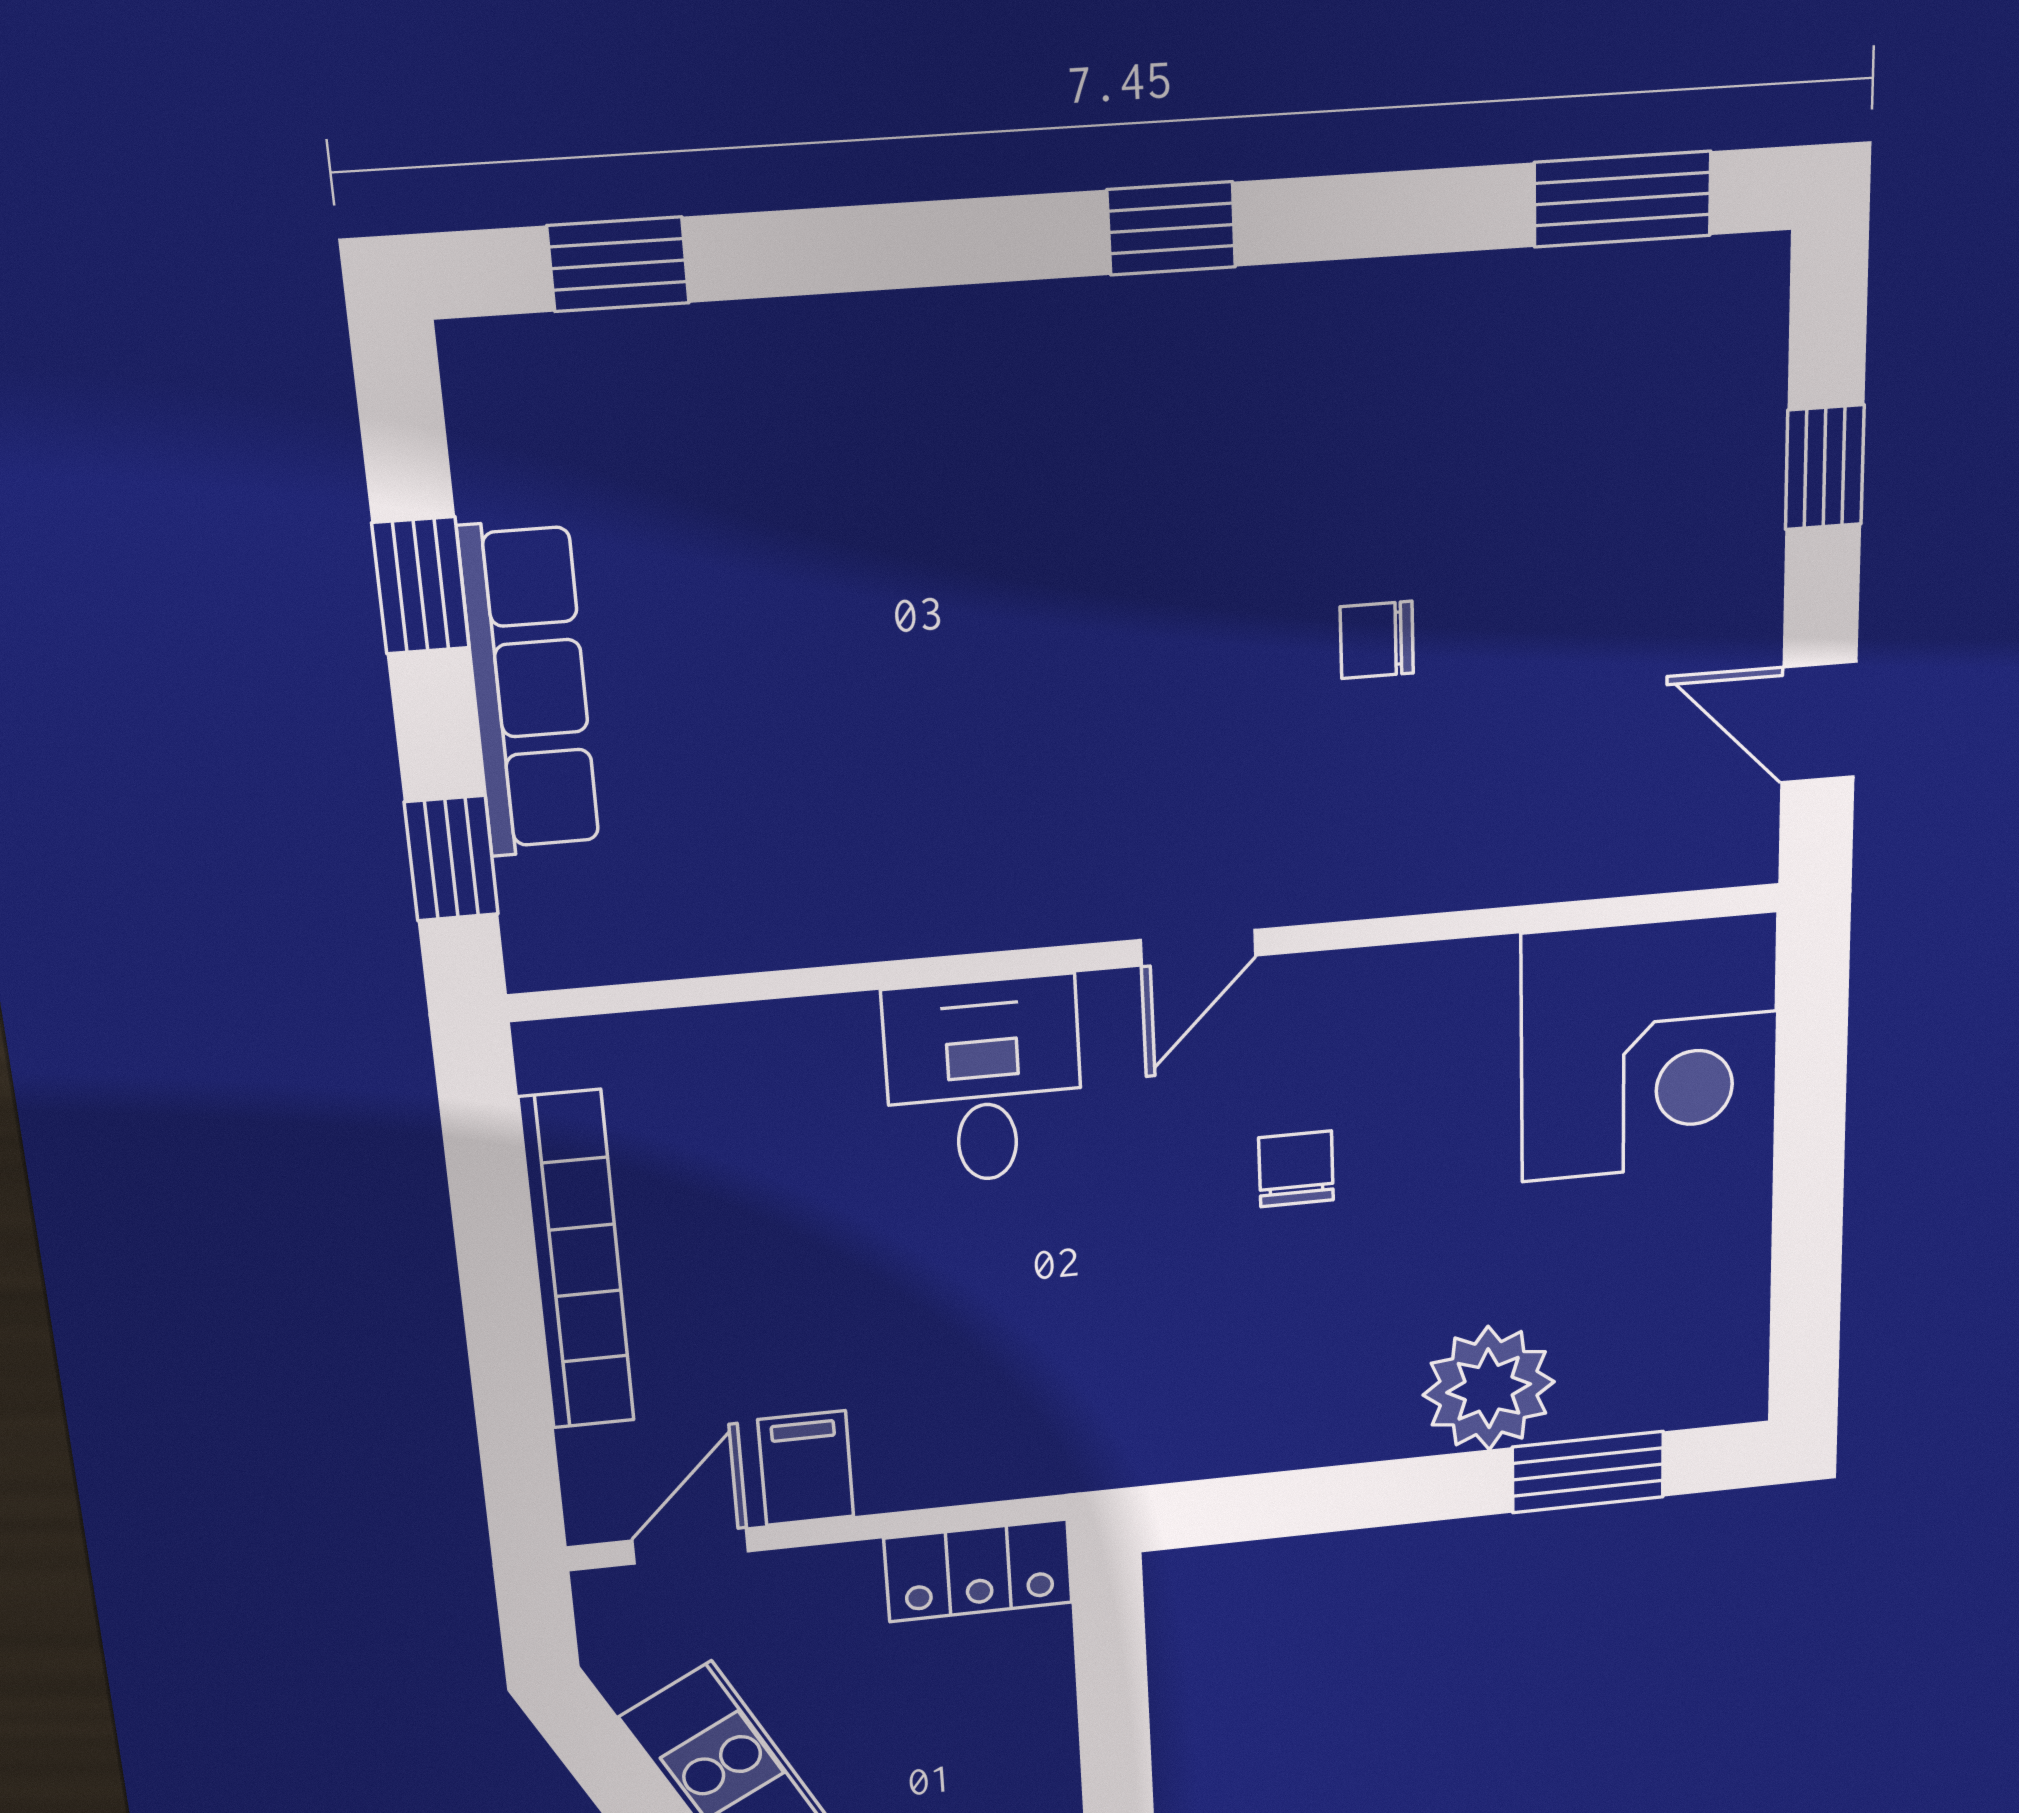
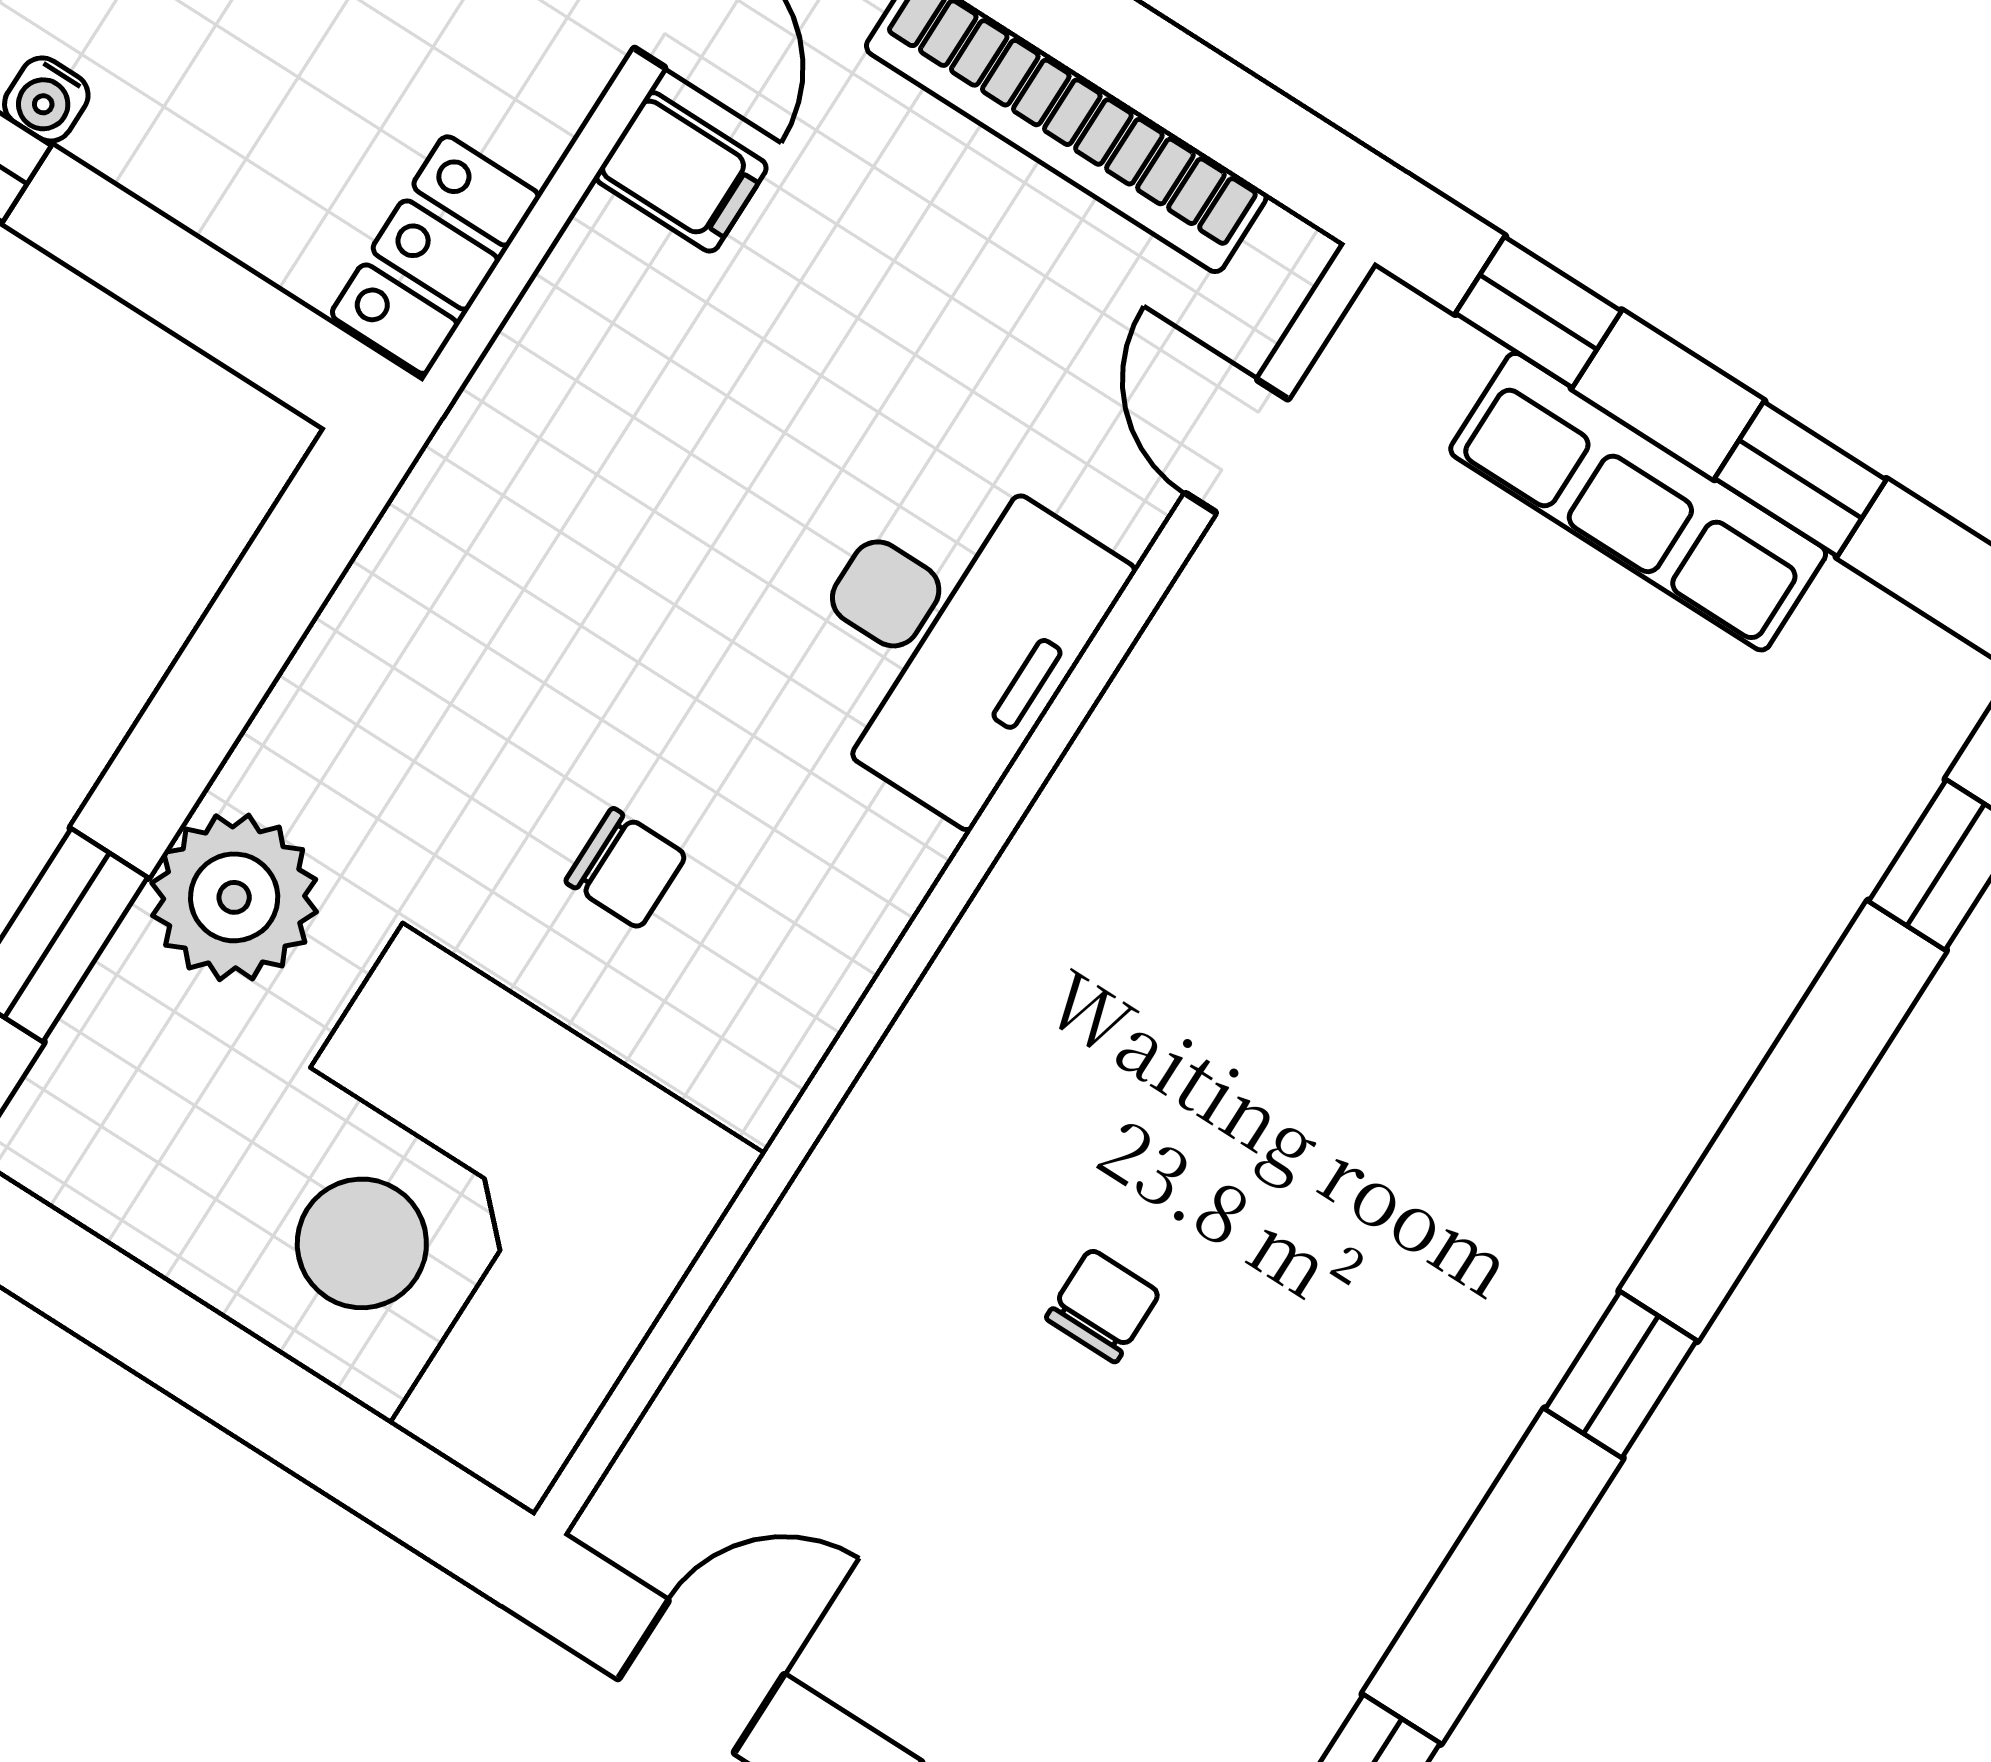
door: (1198, 948) -> (1237, 446), moved
corner desk: (1649, 1047) -> (469, 1220), width x1.36, depth x1.36
desk: (984, 1081) -> (950, 635), width x1.37

